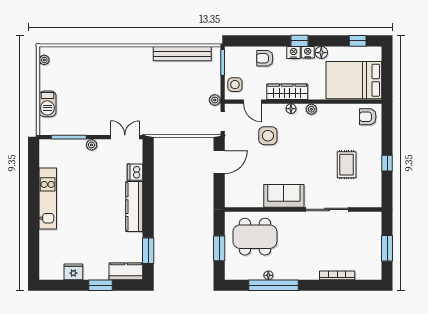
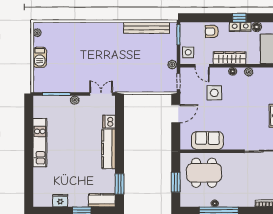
barbecue: (47, 104) -> (40, 57), moved
sofa: (284, 196) -> (207, 141), moved

